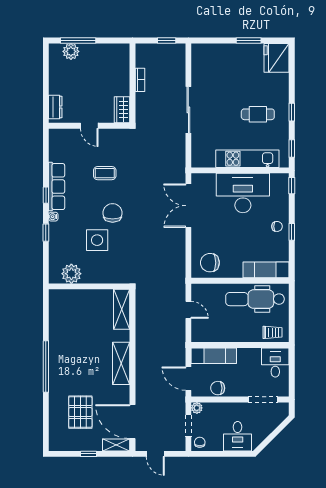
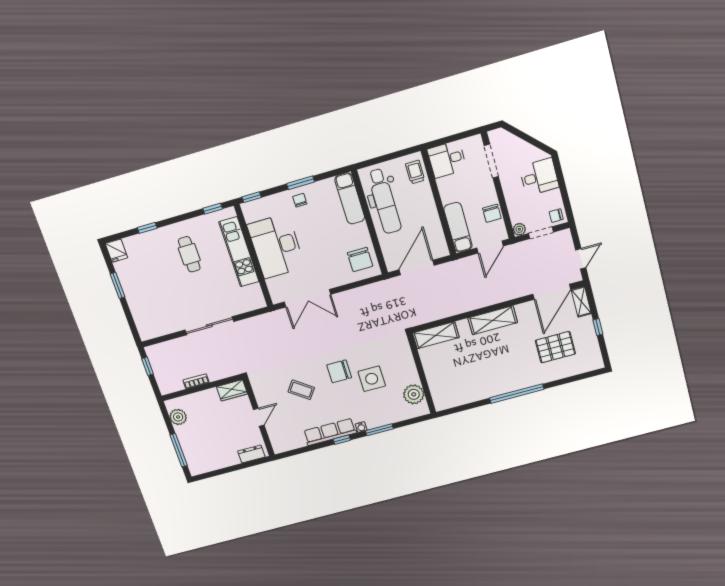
plant: (71, 51) -> (178, 417), moved
fridge: (277, 58) -> (116, 251), width x0.53, depth x0.75
window: (292, 112) -> (147, 228), moved
coffee table: (105, 173) -> (301, 390), turned -54
window: (292, 232) -> (301, 183), width x1.50
window: (46, 233) -> (379, 430), width x1.50
door: (188, 310) -> (417, 268), width x1.88

